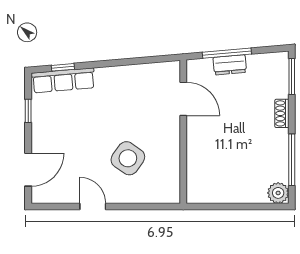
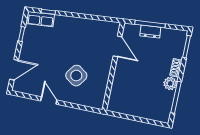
row of seats: (63, 80) -> (41, 19), width x0.68
plant: (278, 193) -> (170, 83), moved

